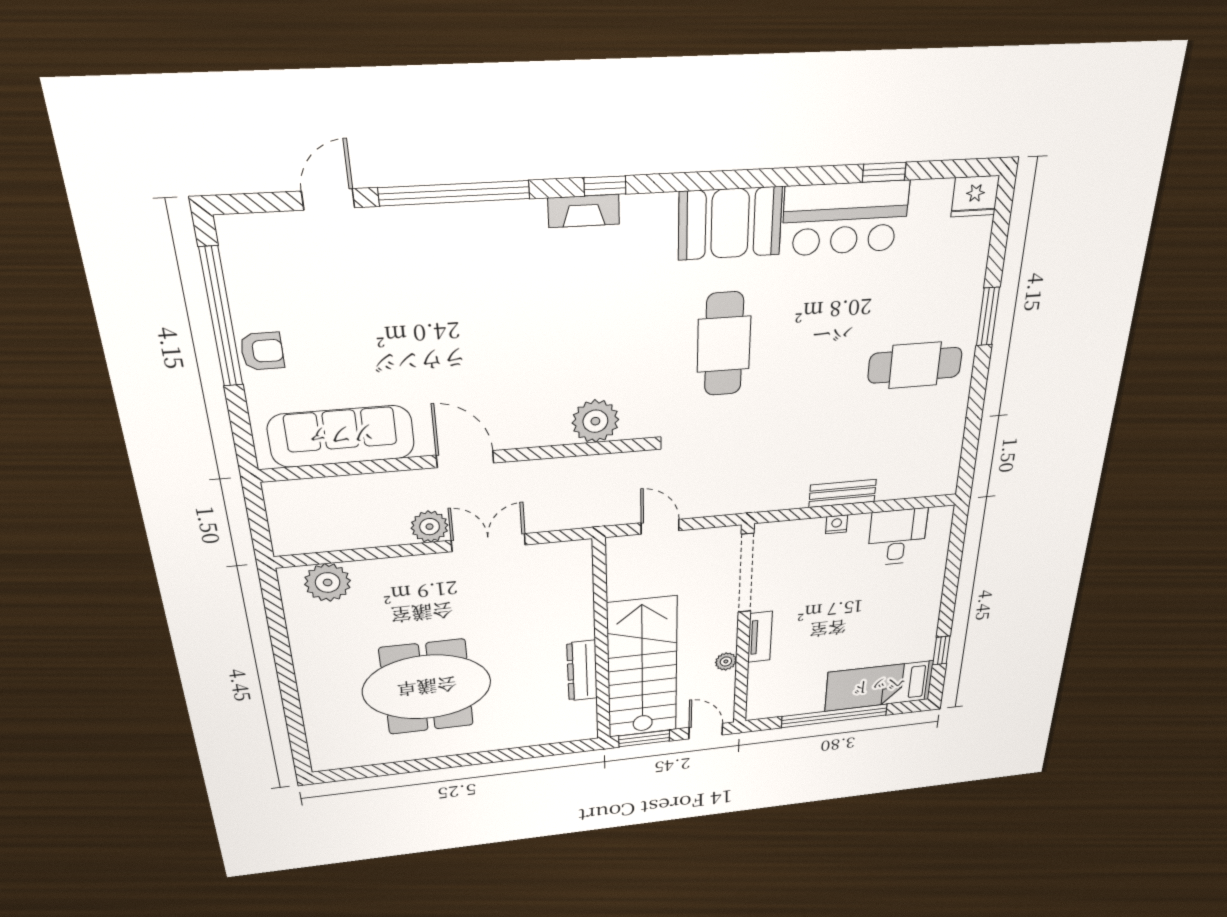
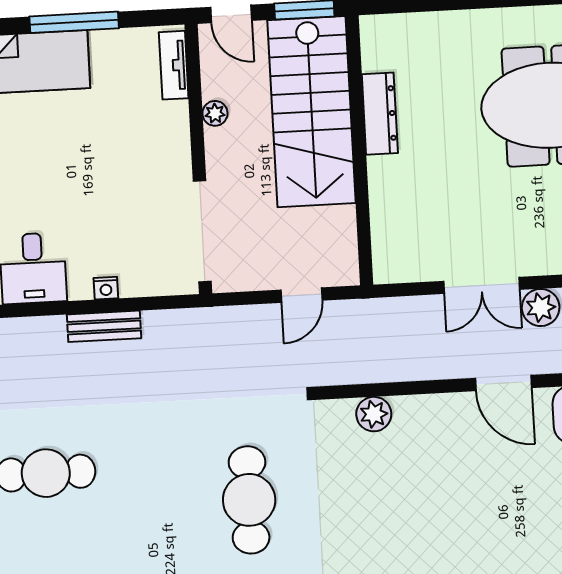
plant: (595, 421) -> (374, 414), width x0.73, depth x0.73
door: (660, 527) -> (302, 295), hinge flipped
tv unit: (760, 637) -> (174, 65), moved
window: (834, 716) -> (74, 22), width x0.68

